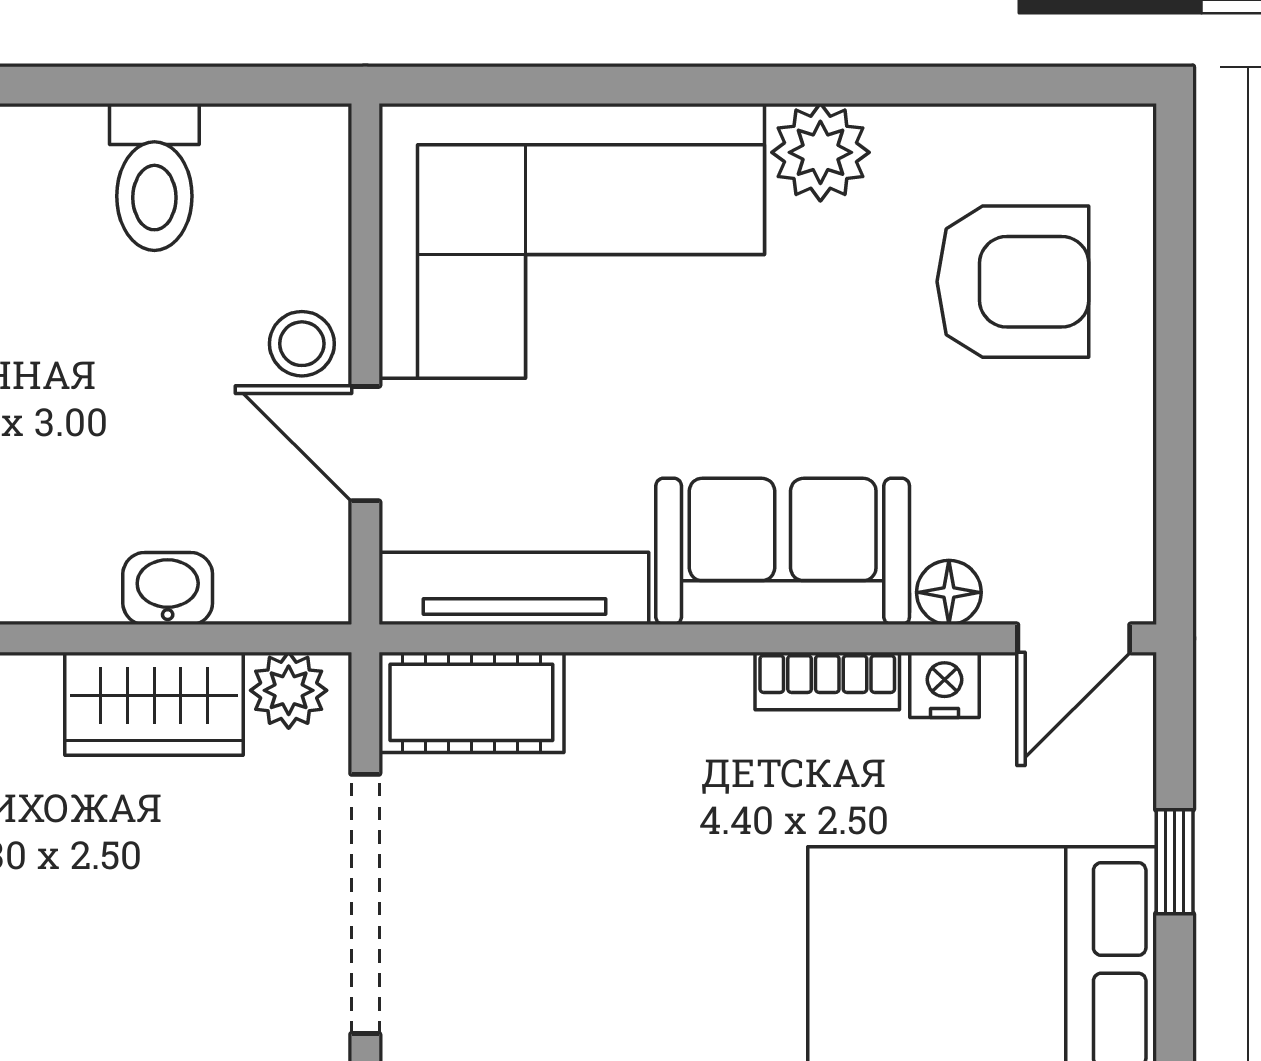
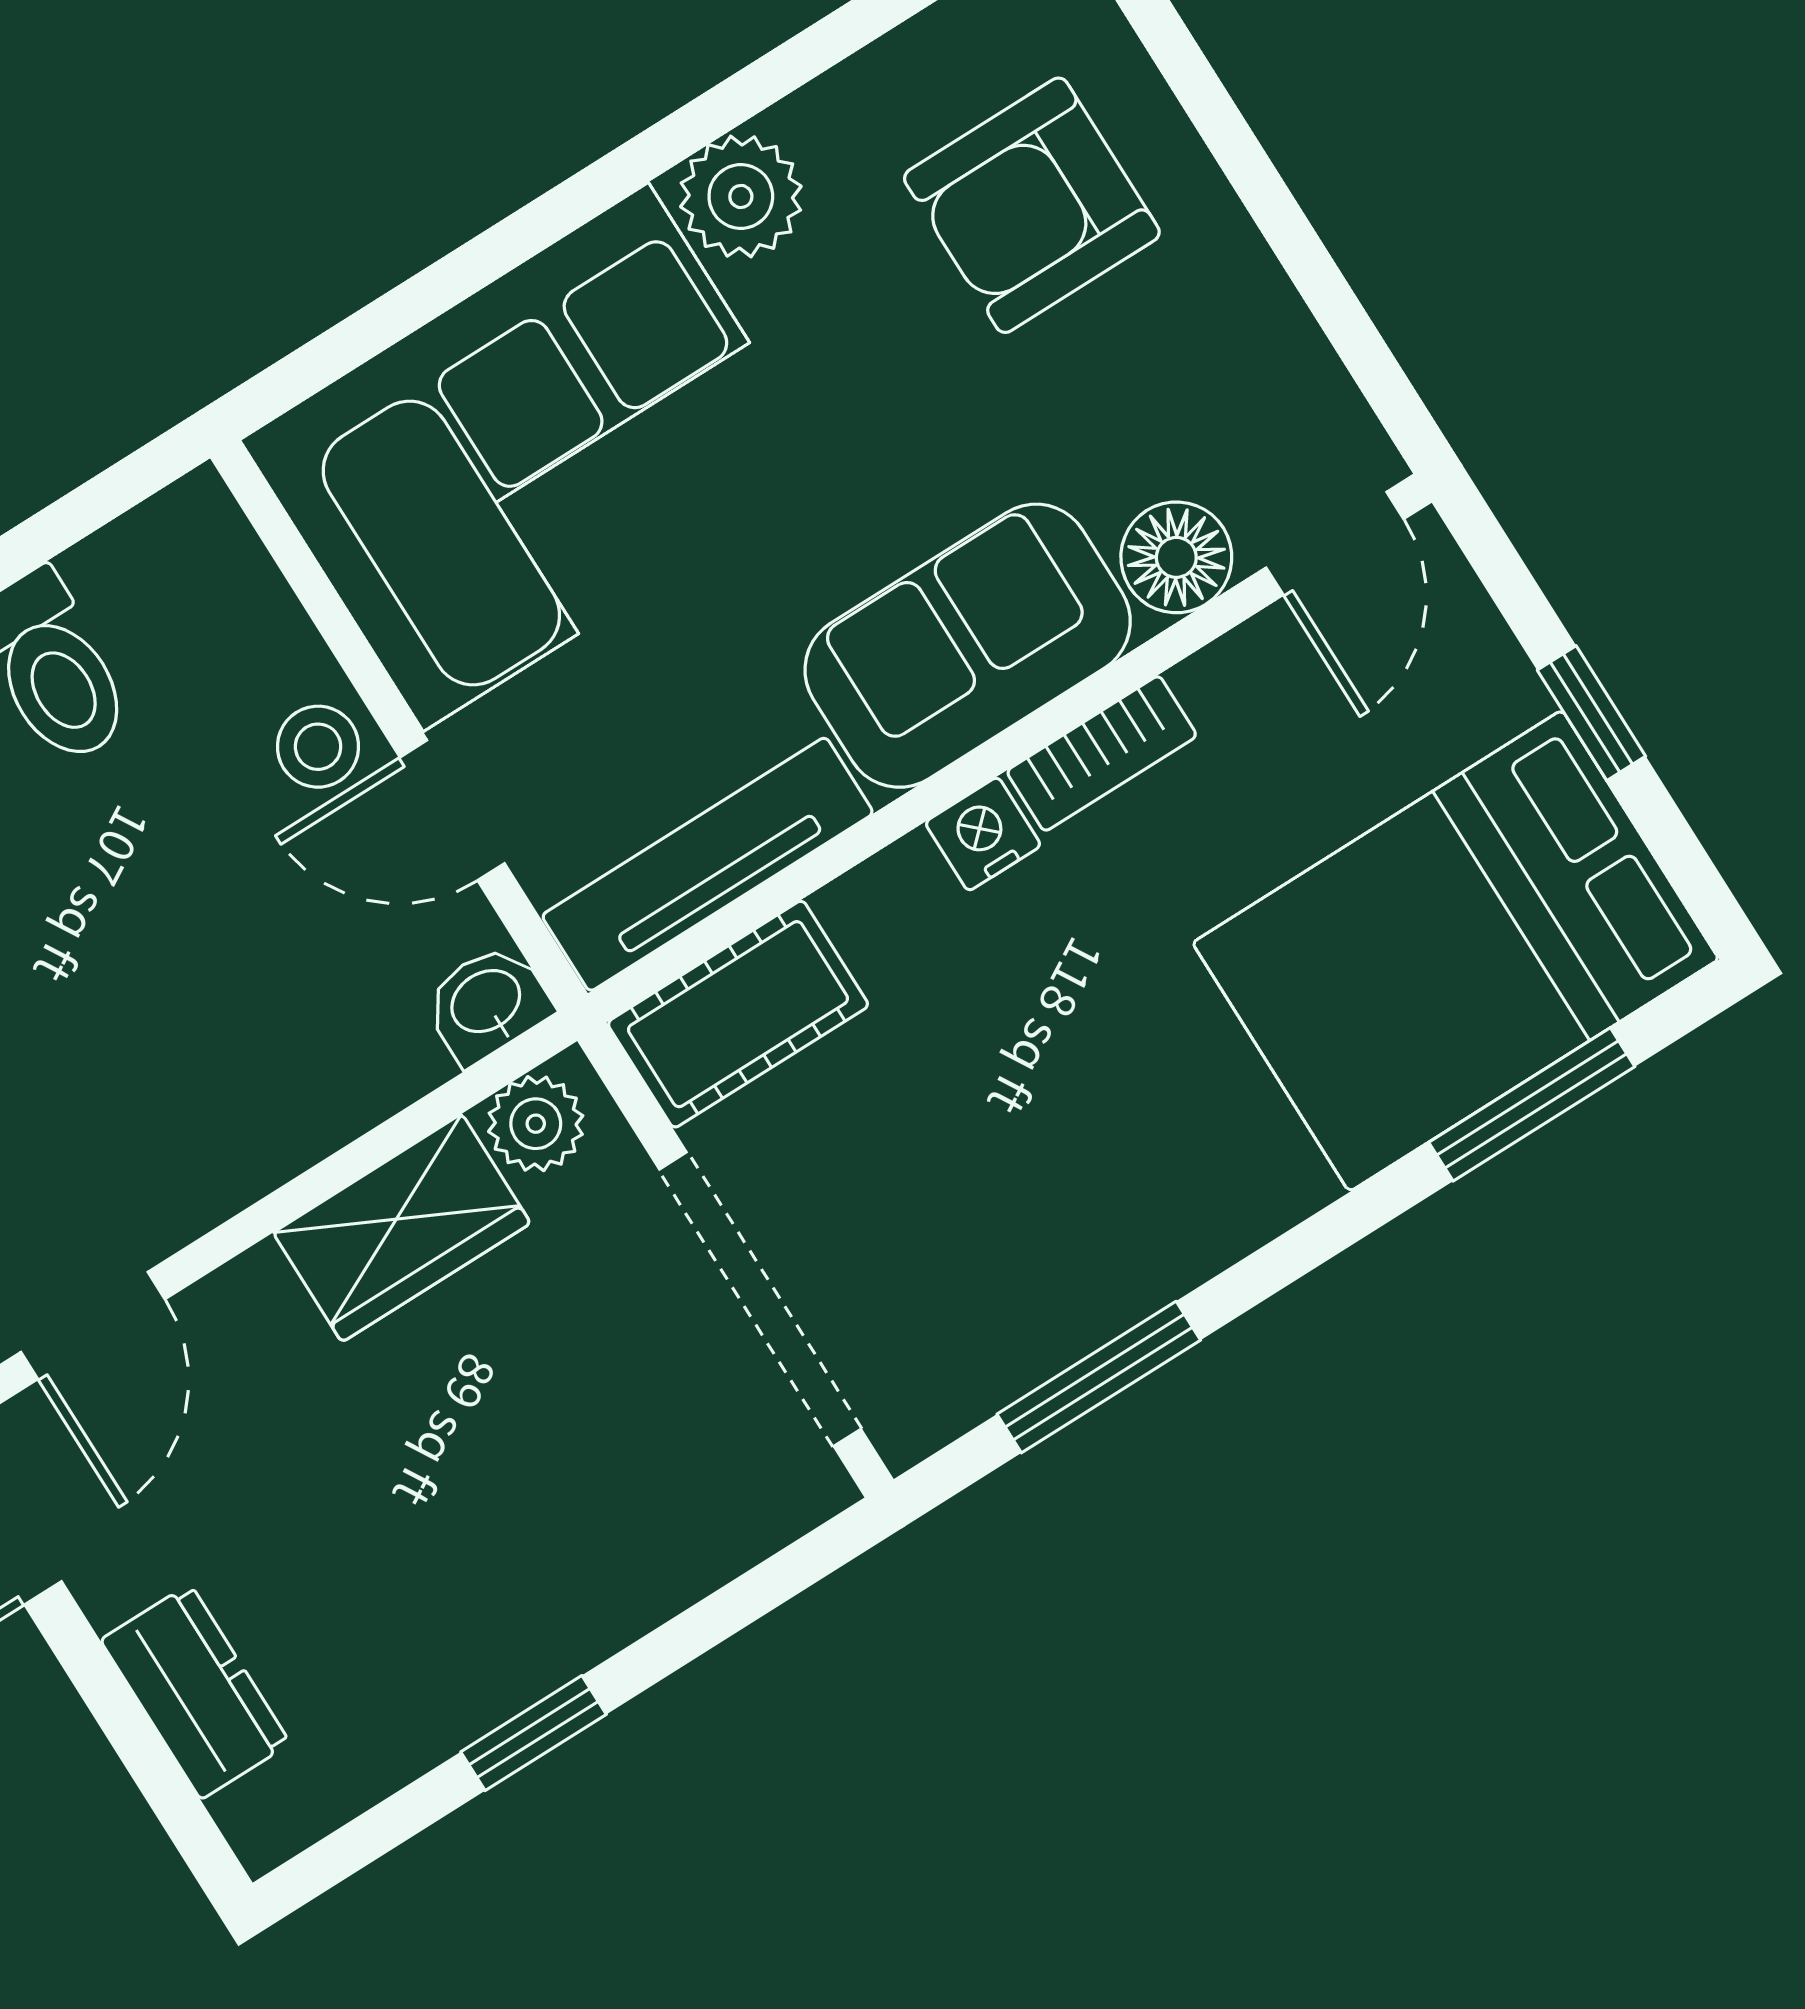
armchair: (1013, 282) -> (1032, 205), turned 180
washbasin: (168, 589) -> (487, 1003), moved
floor lamp: (949, 592) -> (1176, 557), width x1.37, depth x1.37
nightstand: (945, 685) -> (983, 834), moved

